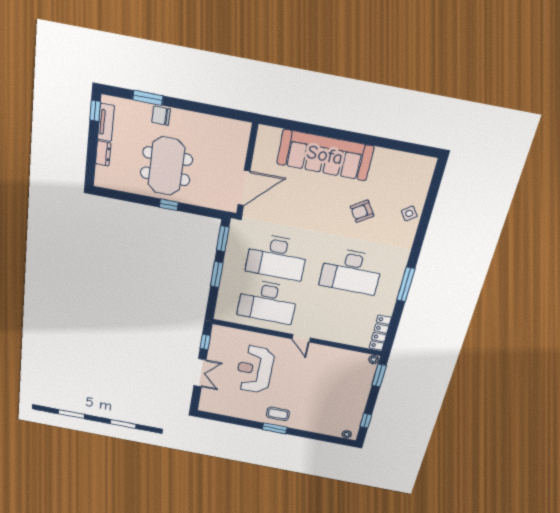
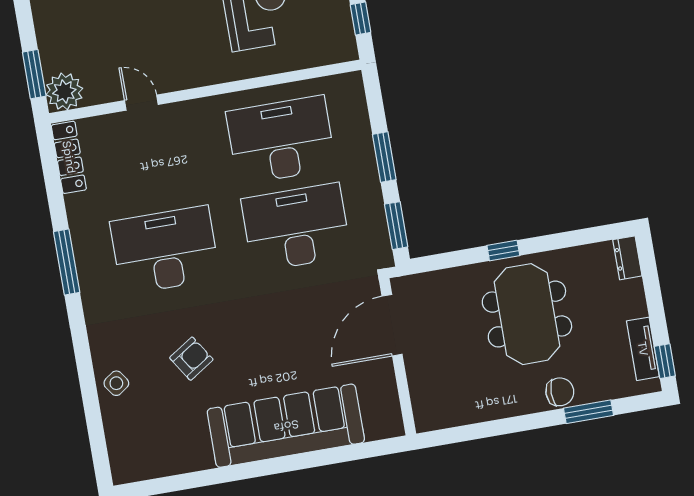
dresser: (103, 153) -> (627, 258), moved
door: (301, 338) -> (141, 103), moved
plant: (374, 360) -> (64, 91), width x1.87, depth x1.87

